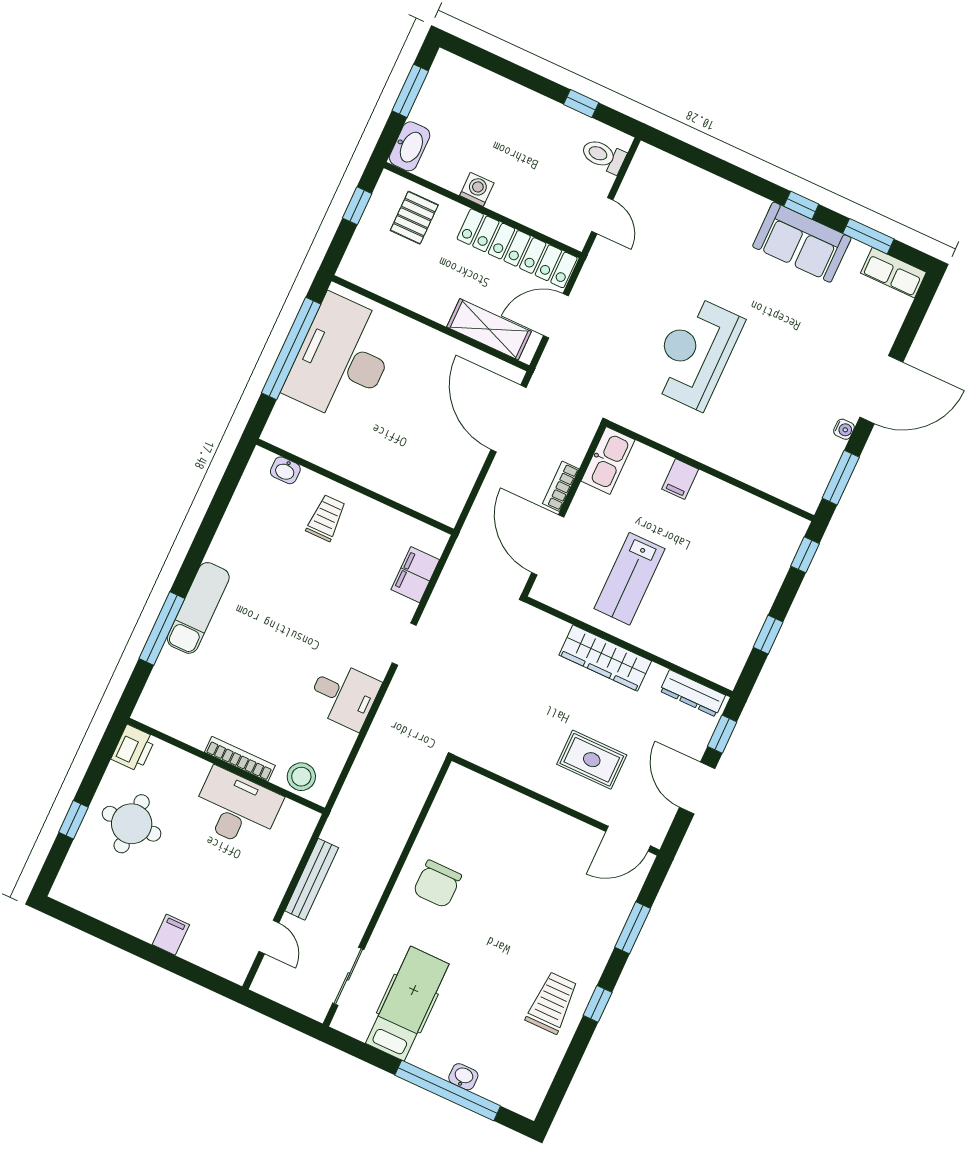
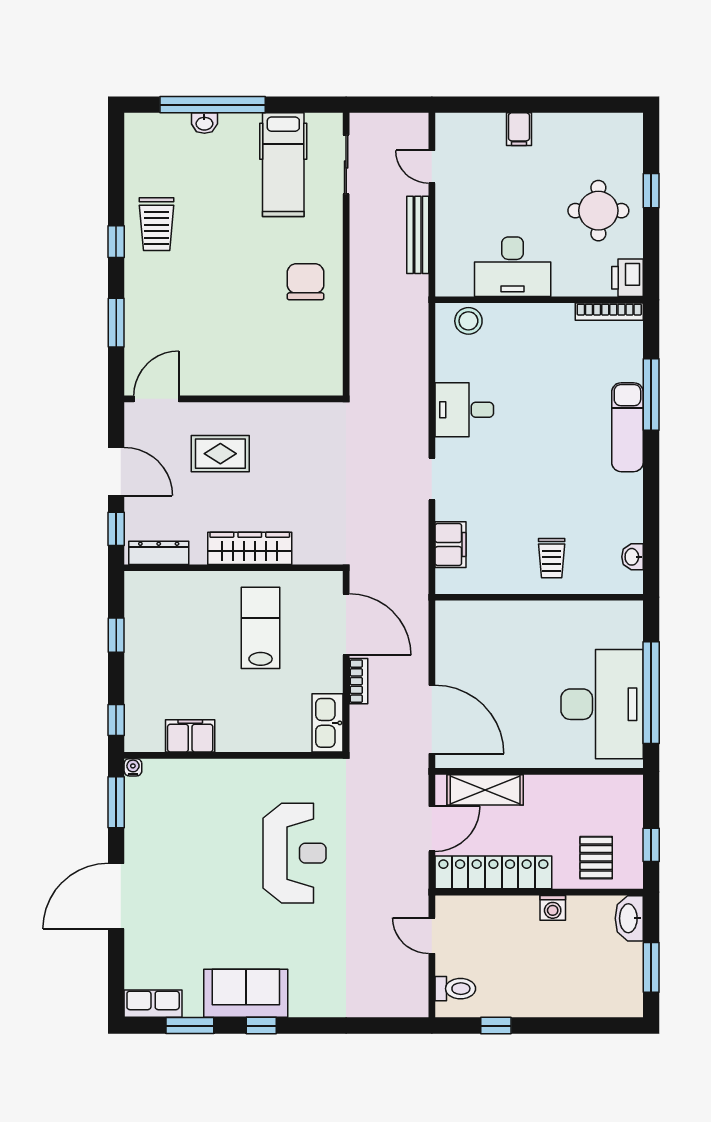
water cooler: (844, 429) -> (133, 767), moved, turned 90
washbasin: (285, 470) -> (632, 557), moved, turned -90
filing cabinet: (680, 479) -> (190, 736), moved, width x2.00
bookcase: (240, 759) -> (609, 312), moved

